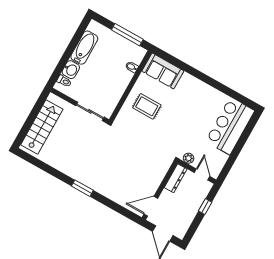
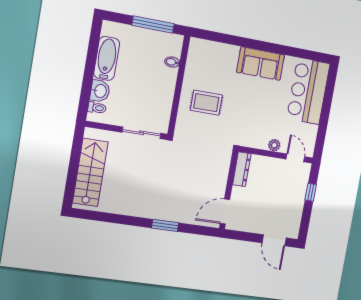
sofa: (163, 71) -> (261, 64), moved
dresser: (176, 178) -> (242, 169), moved
wall: (160, 191) -> (229, 190), moved
door: (151, 206) -> (225, 212), moved

